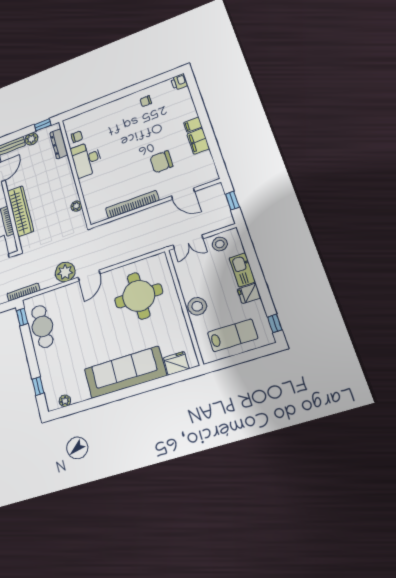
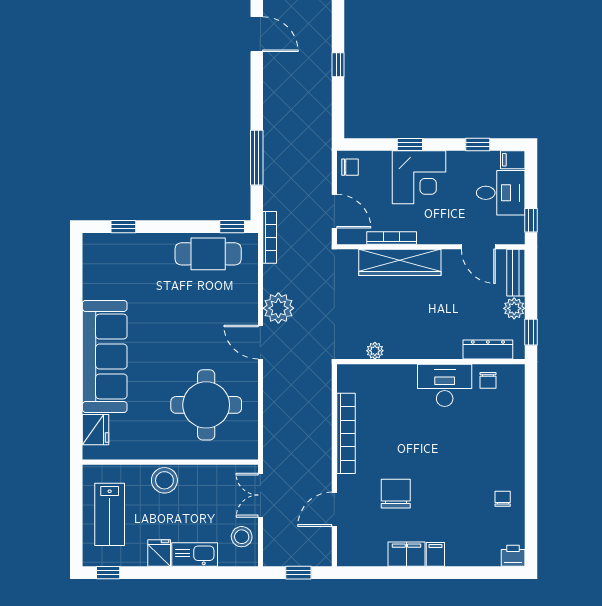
plant: (65, 401) -> (91, 261), removed

